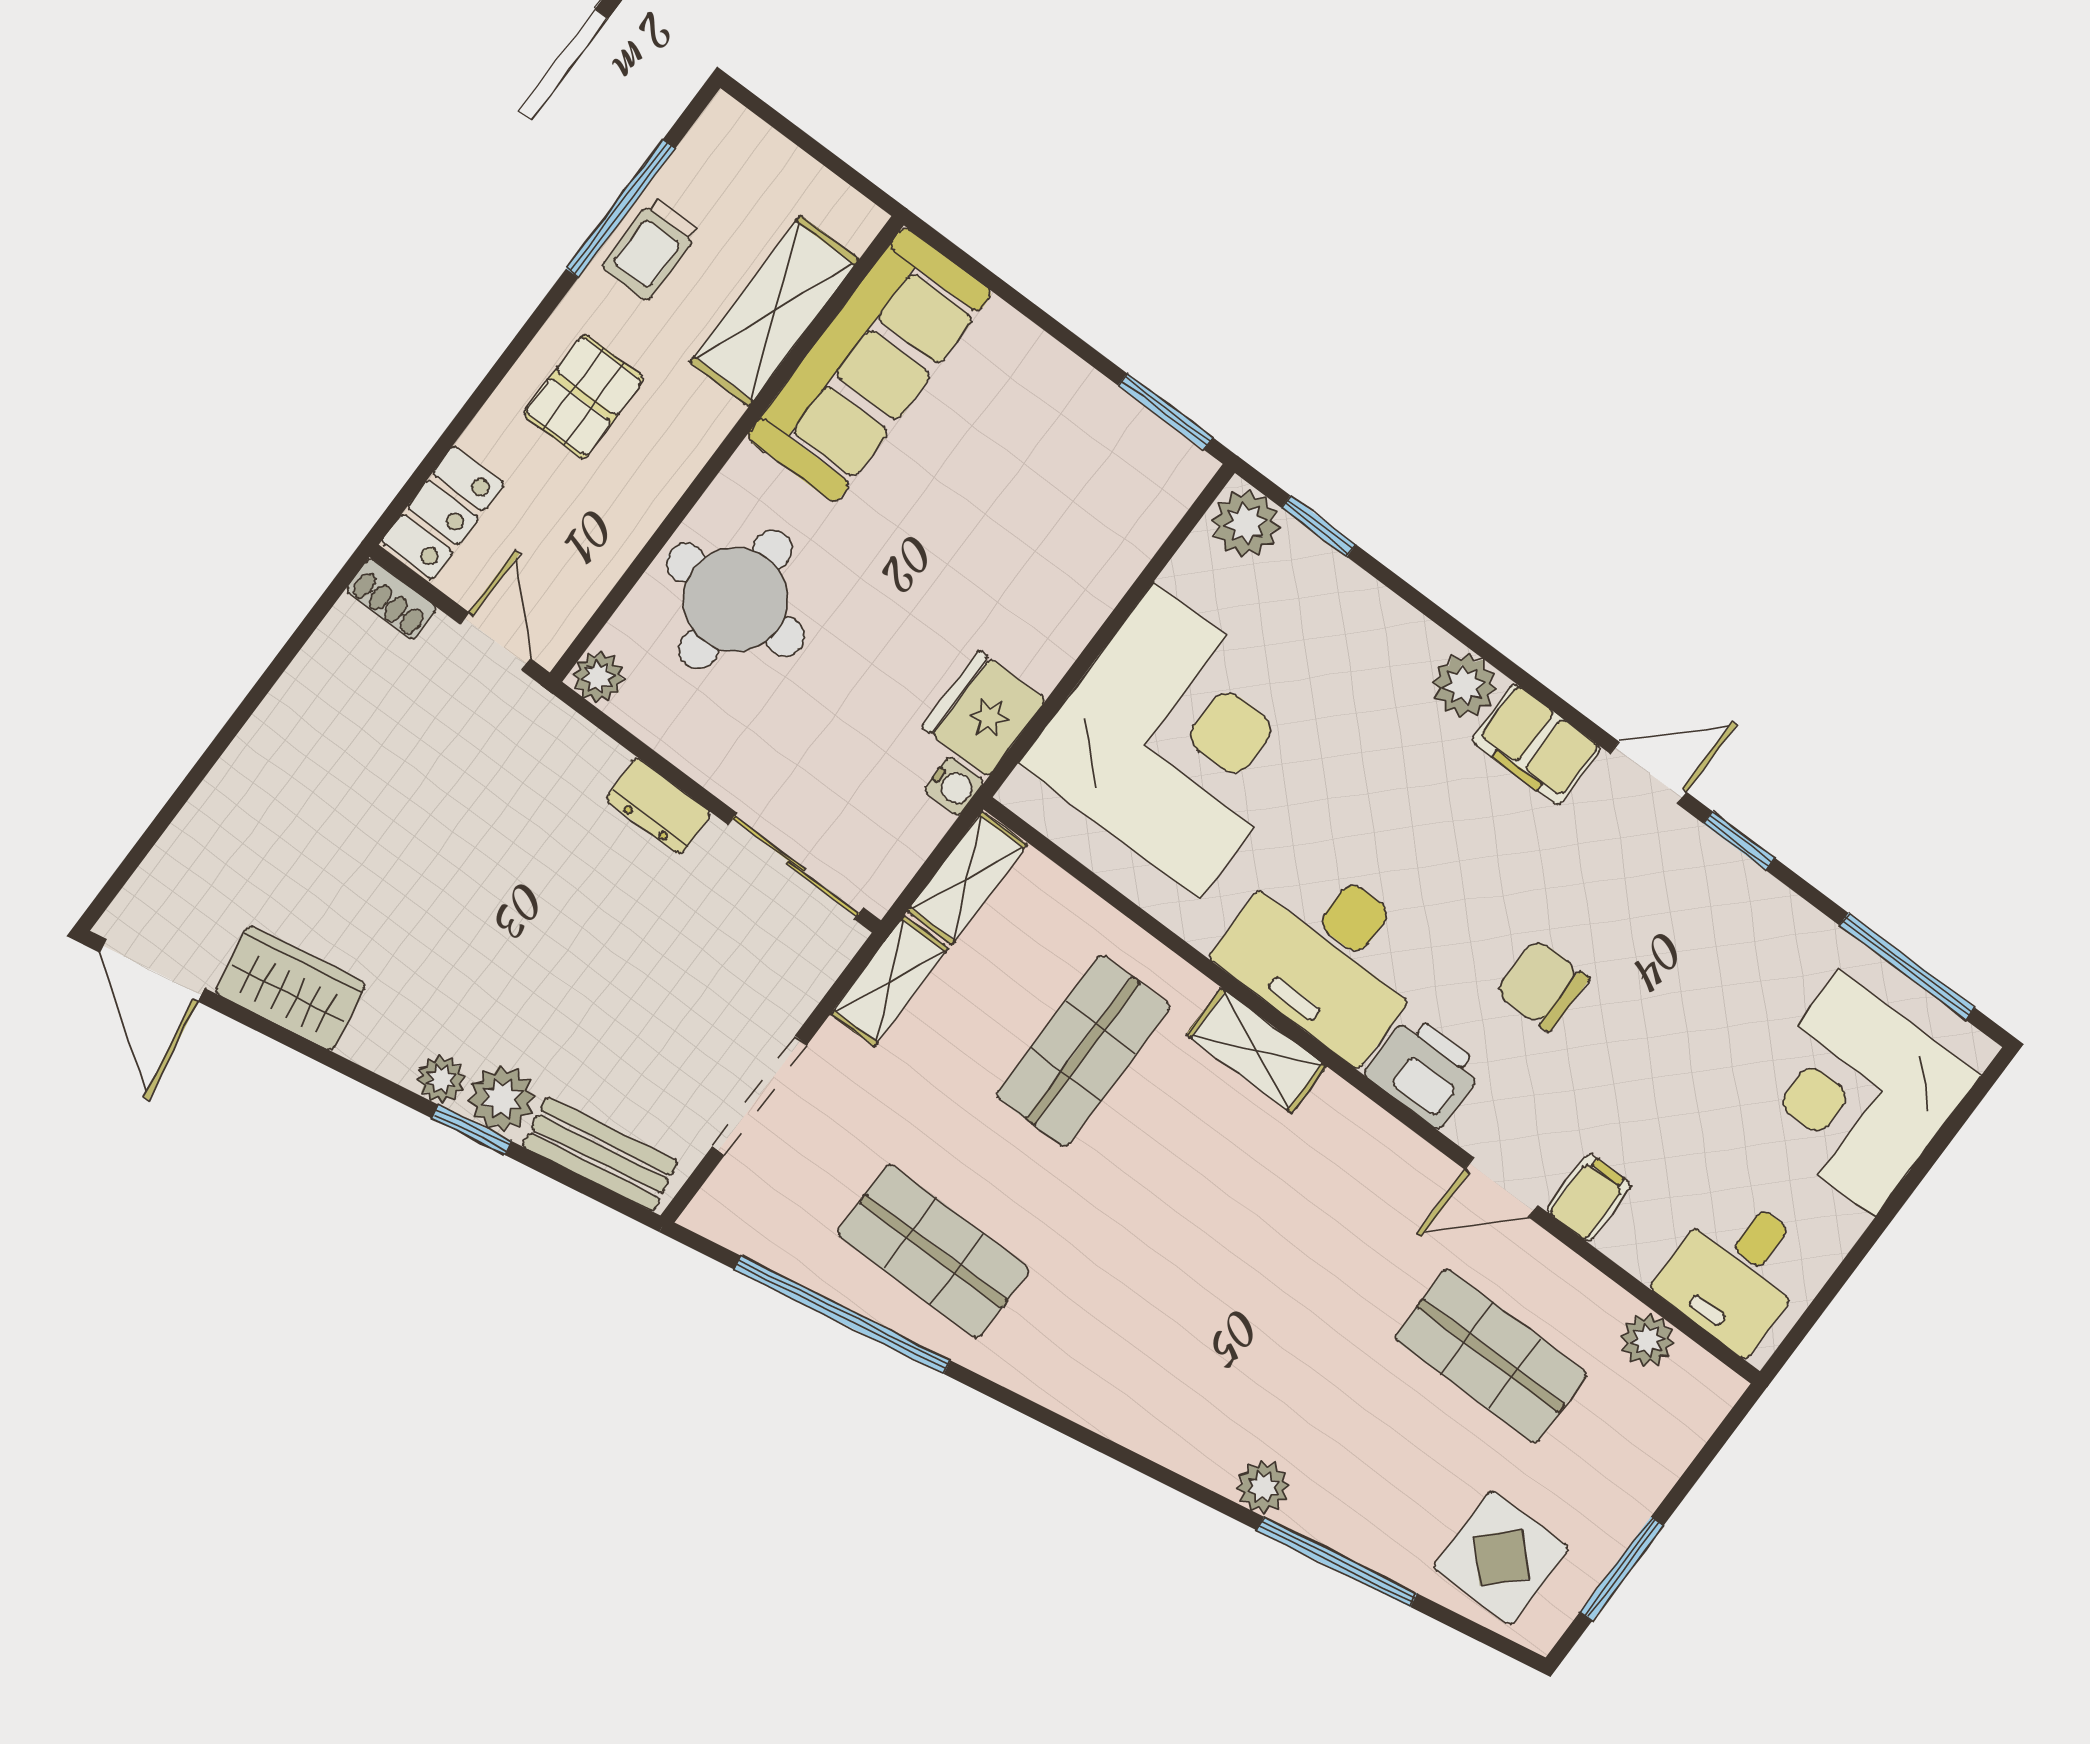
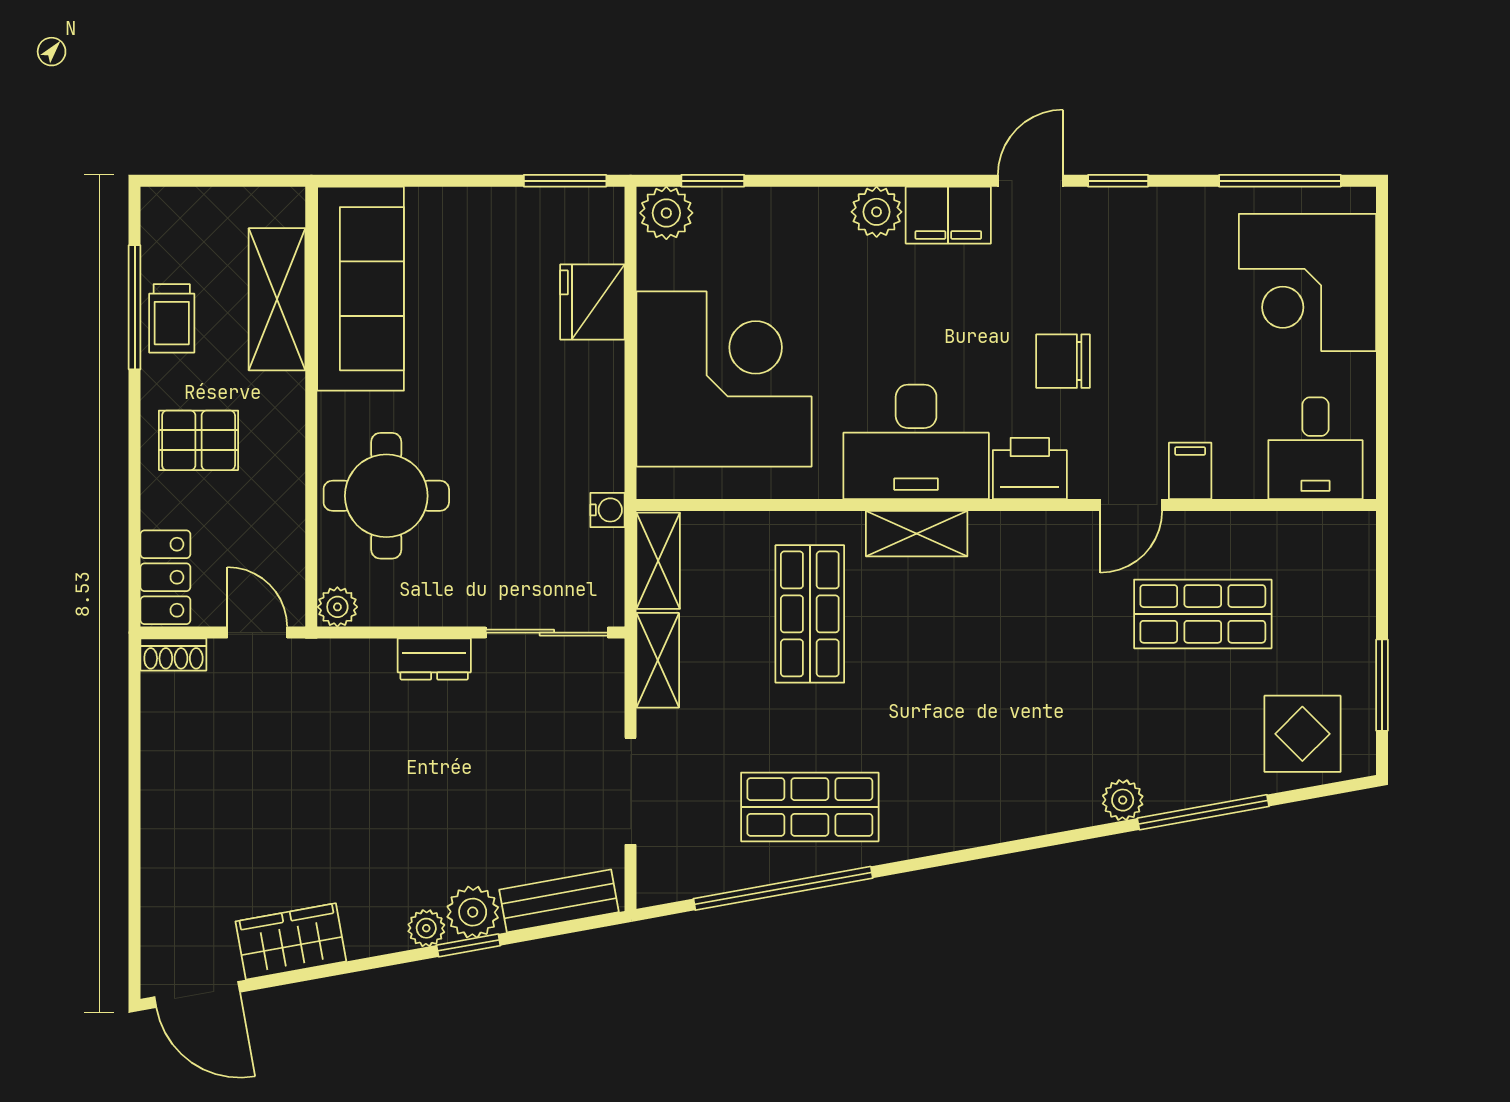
pallet: (584, 396) -> (199, 440), turned 90
fridge: (984, 713) -> (592, 302), moved
plant: (1647, 1340) -> (1292, 532), removed

